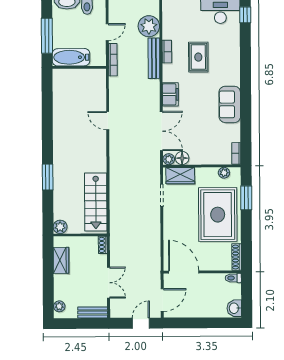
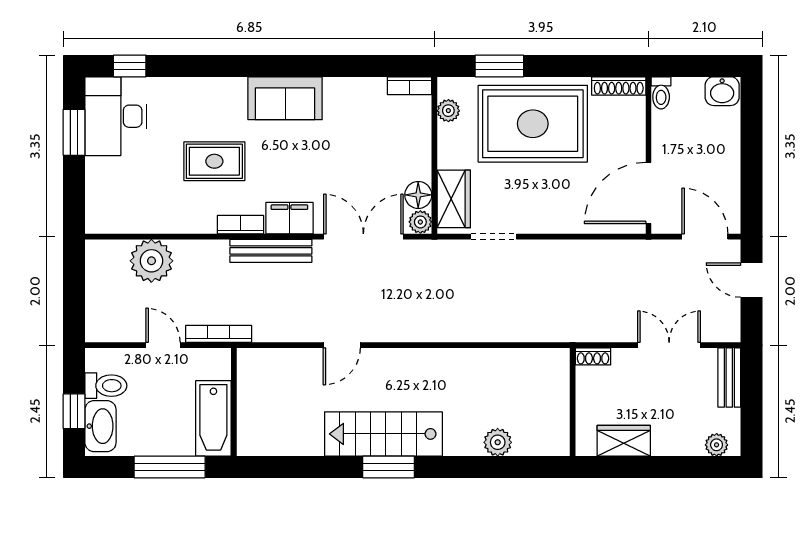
bookcase: (167, 52) -> (240, 225), moved
bench: (154, 58) -> (271, 251), moved
sofa: (230, 104) -> (285, 98), moved
window: (48, 177) -> (389, 467), moved
stairs: (96, 202) -> (383, 434), moved, turned 180
plant: (60, 227) -> (498, 442), moved

